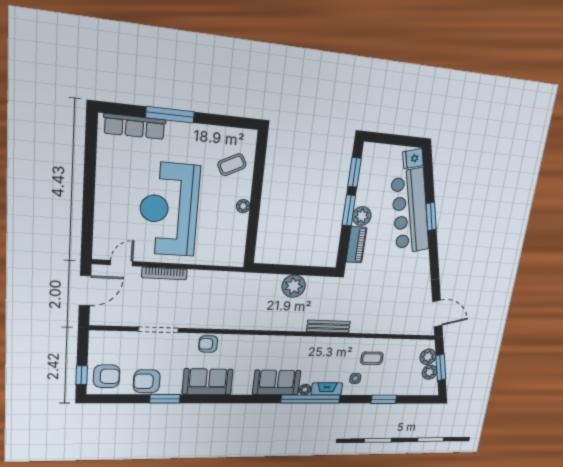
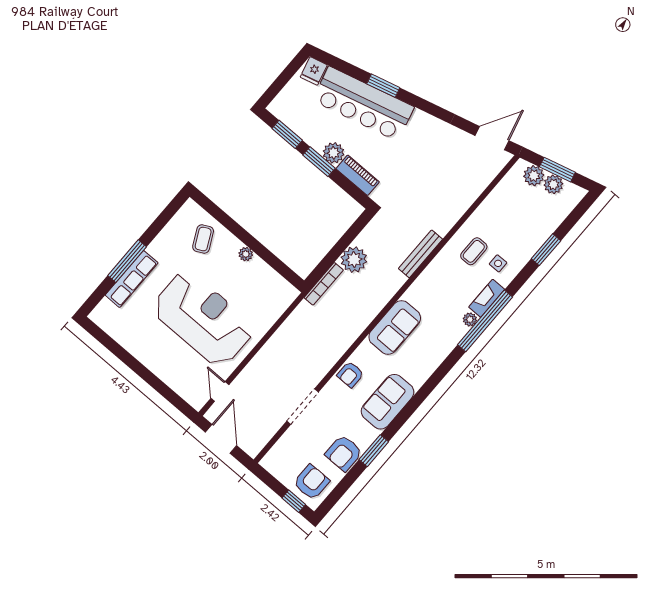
row of seats: (135, 126) -> (132, 279), moved
reception desk: (169, 209) -> (203, 319), turned 180
bookcase: (164, 273) -> (324, 284), moved
coffee table: (372, 358) -> (474, 251), moved
sofa: (277, 383) -> (395, 327), moved, turned 180

